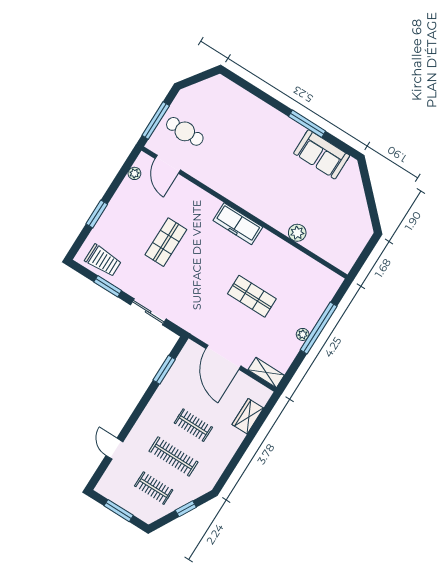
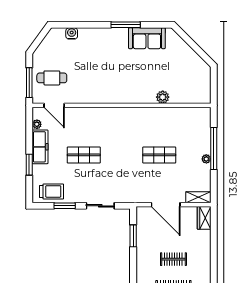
water cooler: (239, 95) -> (72, 33), added
freezer: (238, 224) -> (40, 147), moved, turned -90
shop shelf: (166, 242) -> (84, 155), turned 90
wardrobe: (248, 416) -> (204, 218), moved

